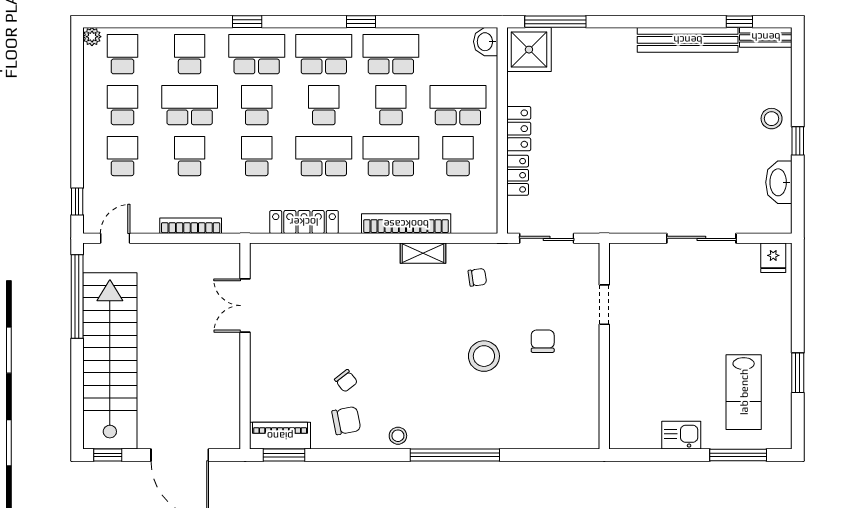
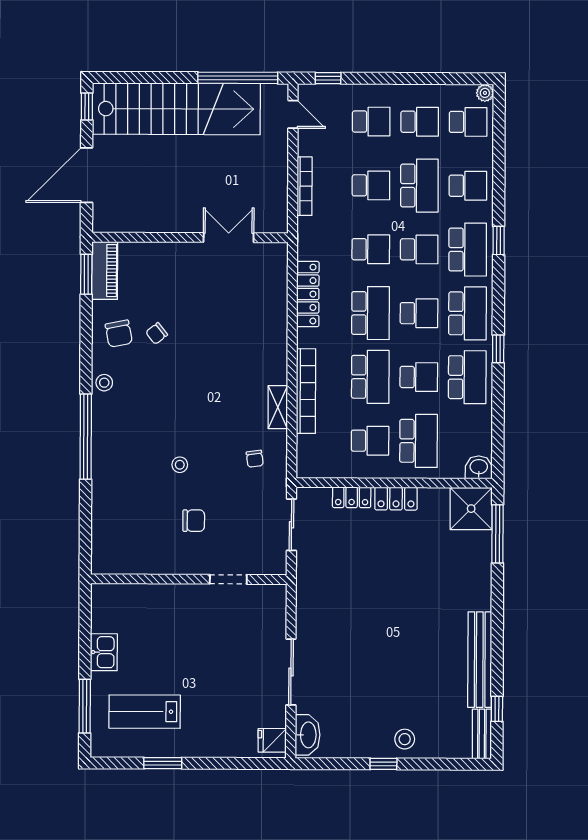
washbasin: (779, 182) -> (308, 735), moved, turned 90
stool: (484, 356) -> (180, 465), width x0.53, depth x0.53

